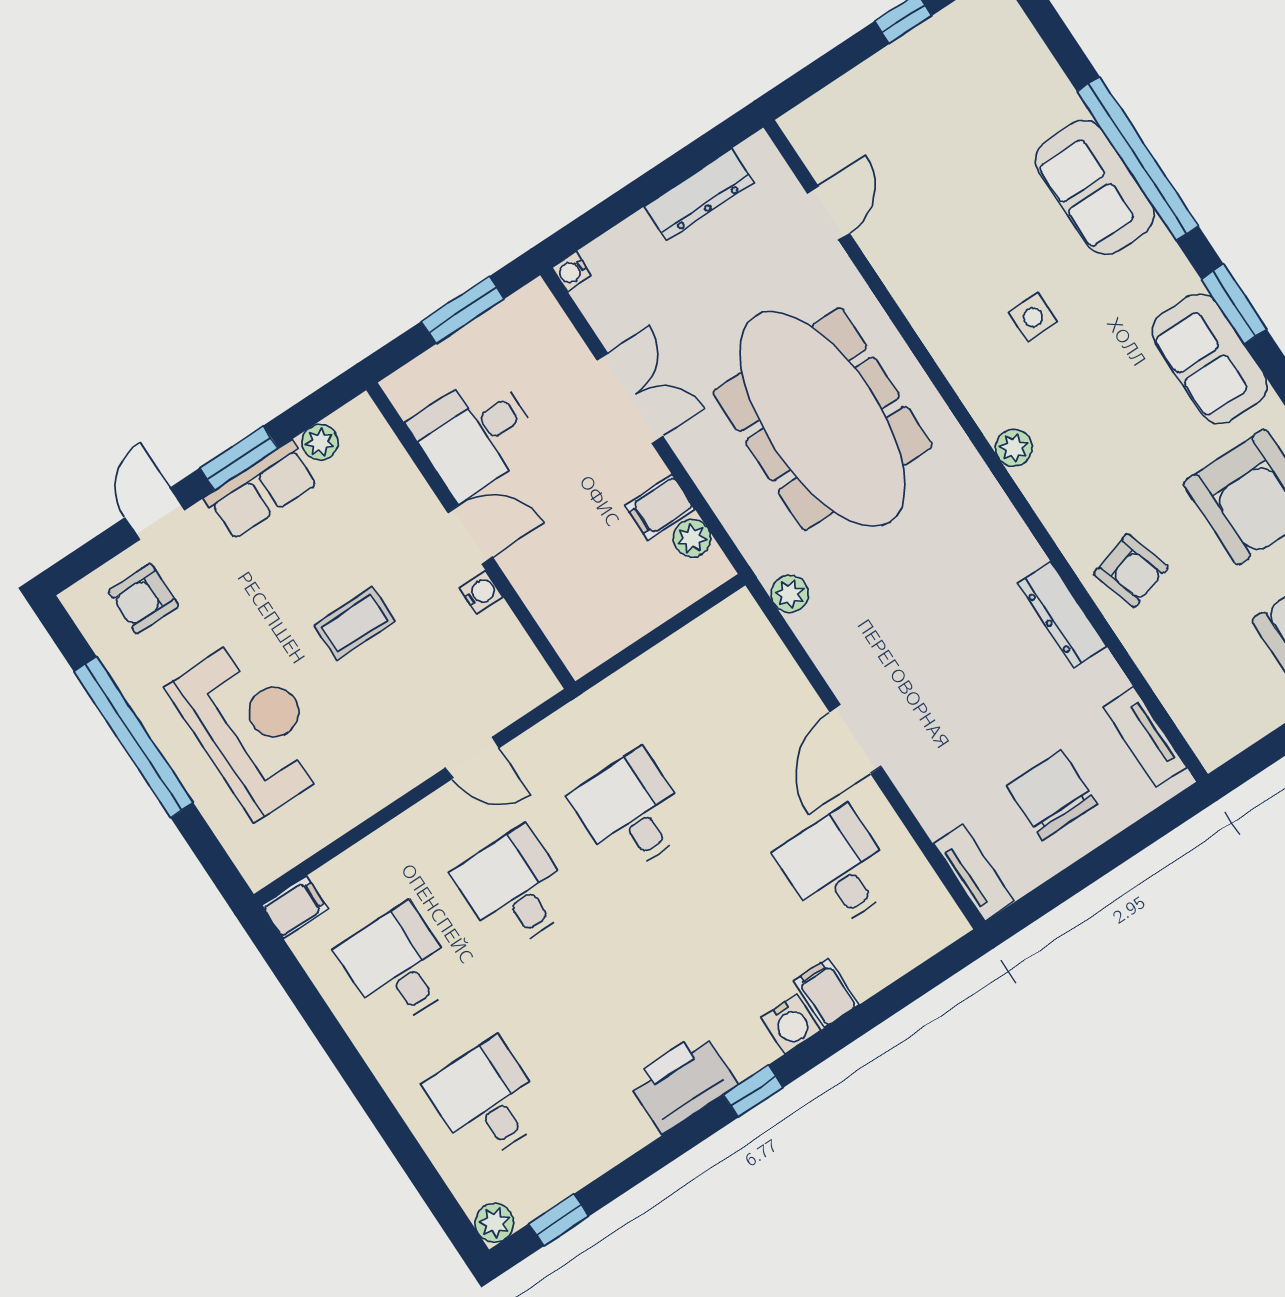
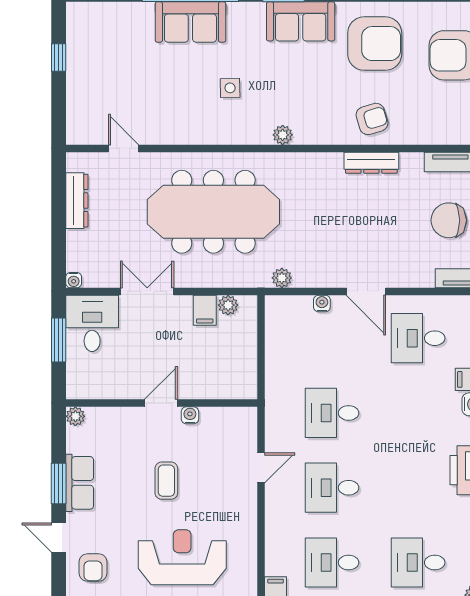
desk: (475, 434) -> (92, 323), moved, turned 180
plant: (320, 442) -> (75, 416), moved
water cooler: (791, 683) -> (322, 303), added

